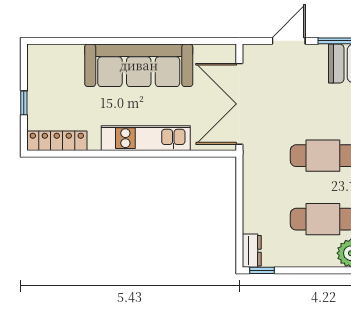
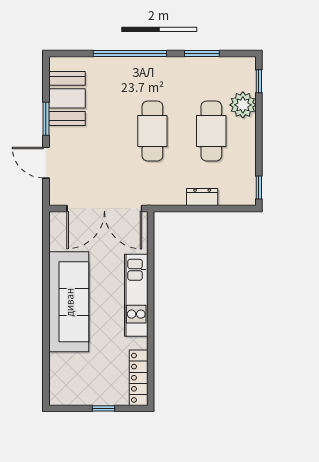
dresser: (252, 251) -> (202, 197), moved

